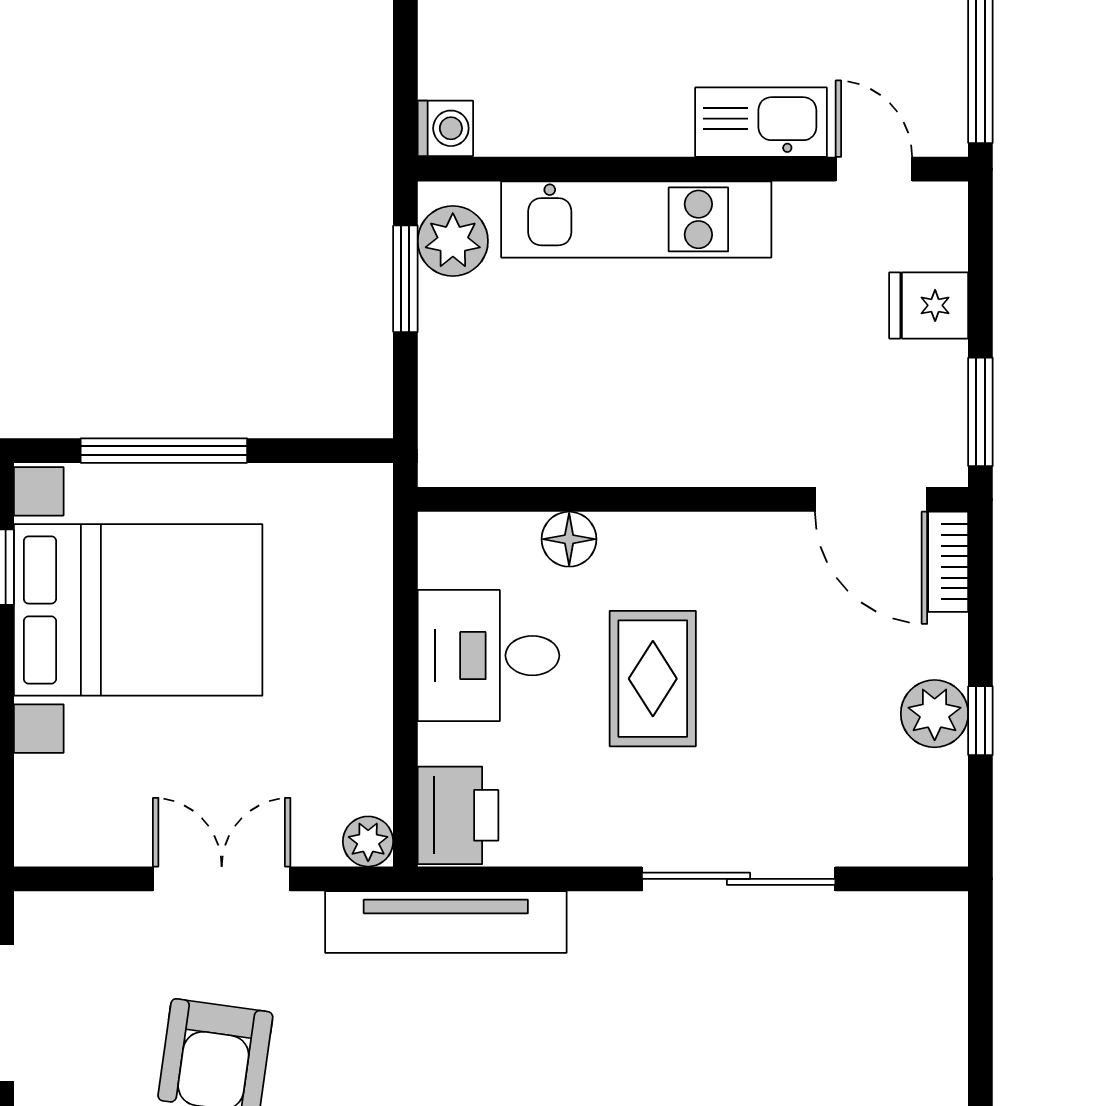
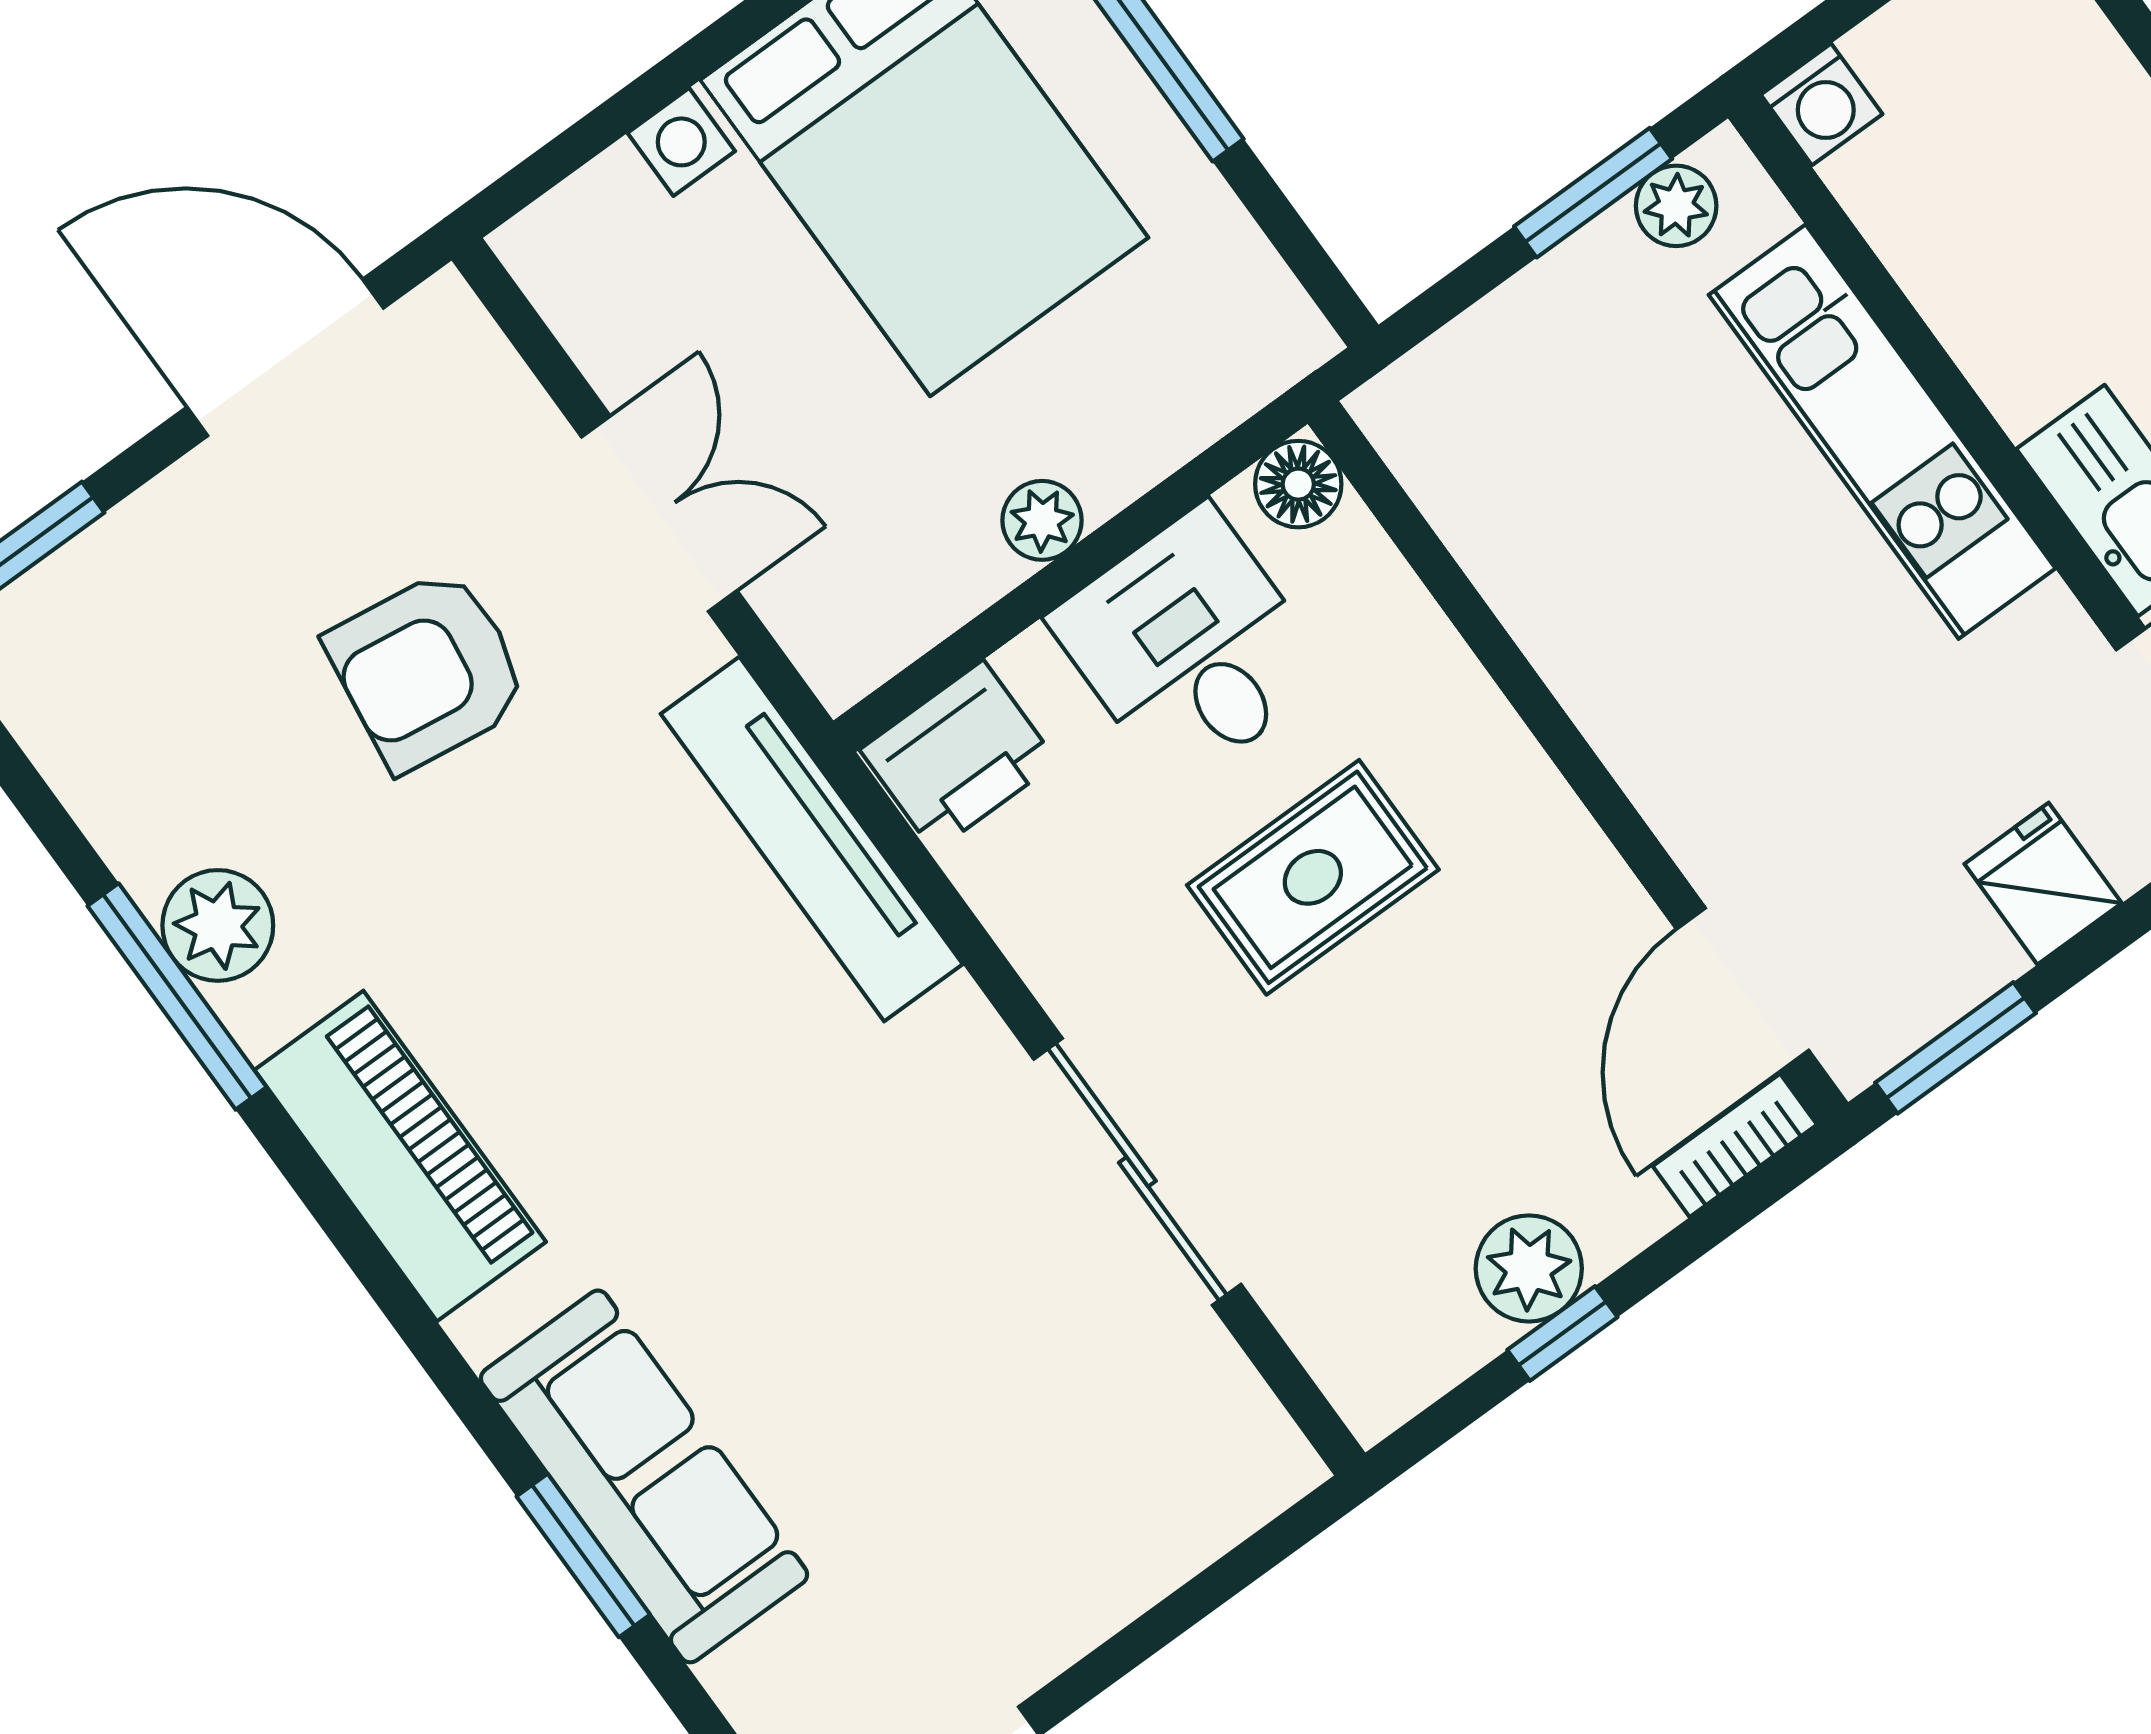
plant: (453, 241) -> (1676, 206), width x0.73, depth x0.73
floor lamp: (569, 539) -> (1298, 484), moved
plant: (368, 841) -> (1042, 520), moved

